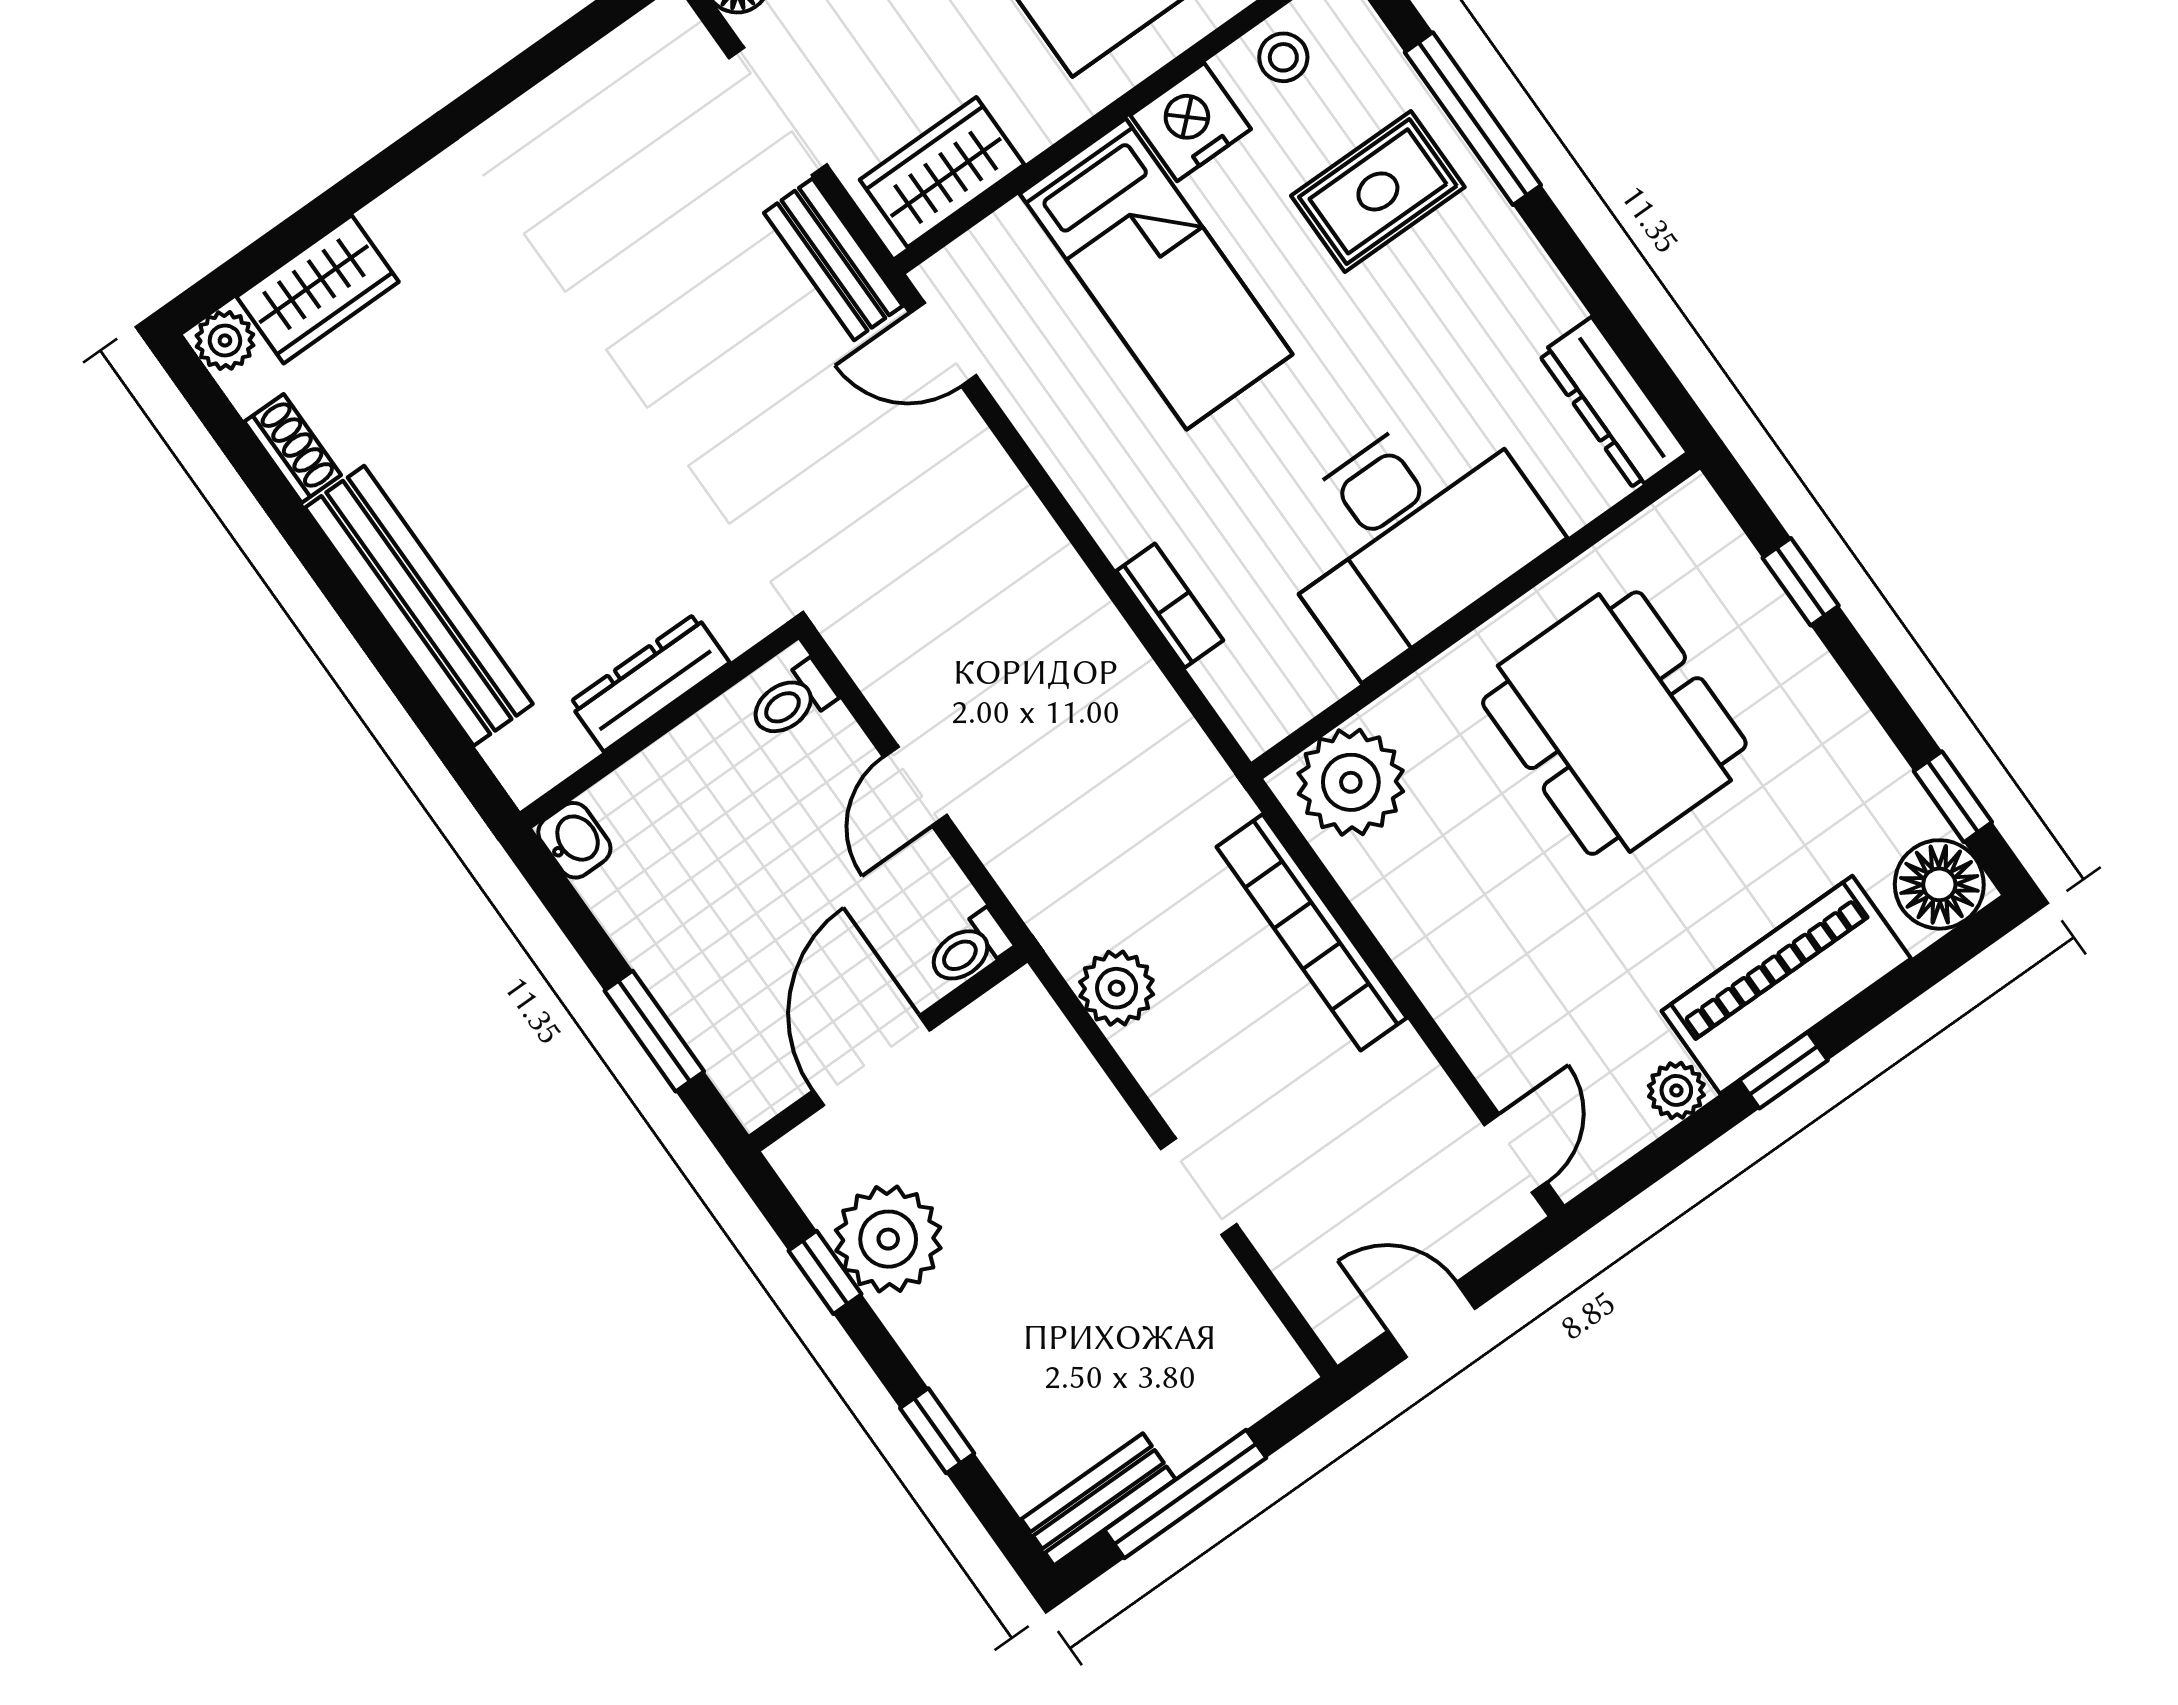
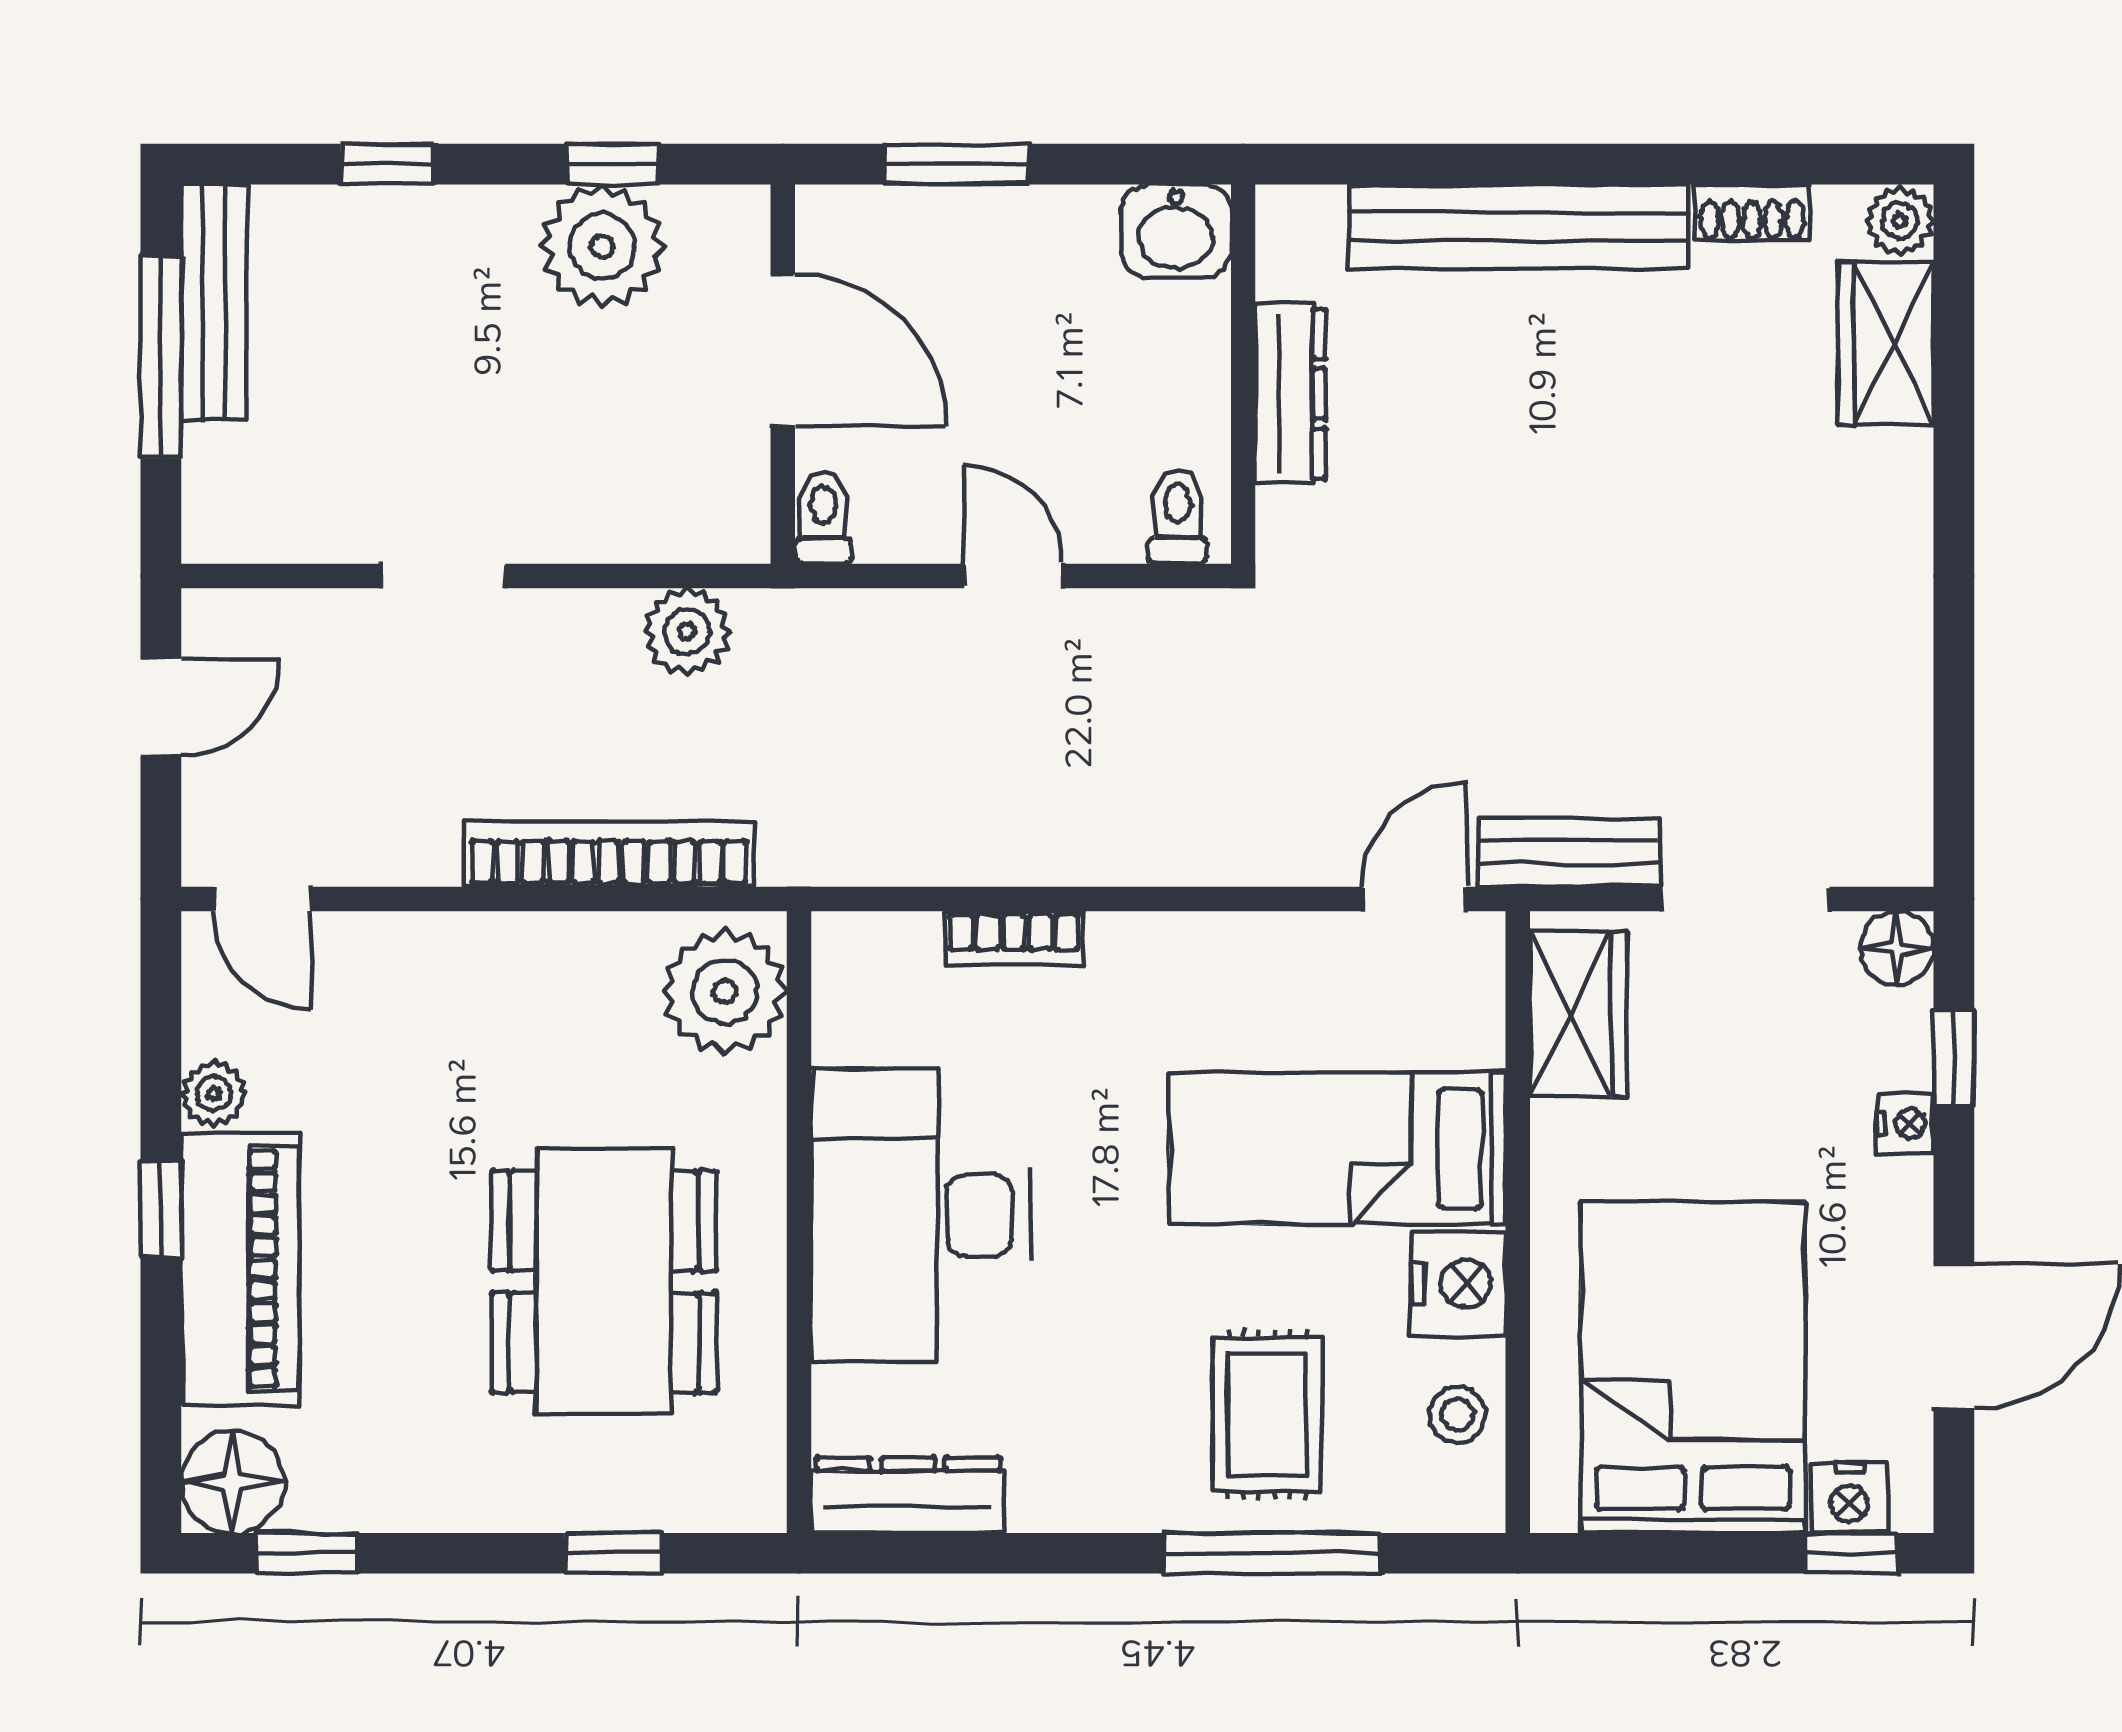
dining table: (1614, 723) -> (604, 1282), turned 90
washbasin: (574, 840) -> (1176, 231), width x1.38, depth x1.45
bench: (1098, 1499) -> (214, 302), width x1.36

